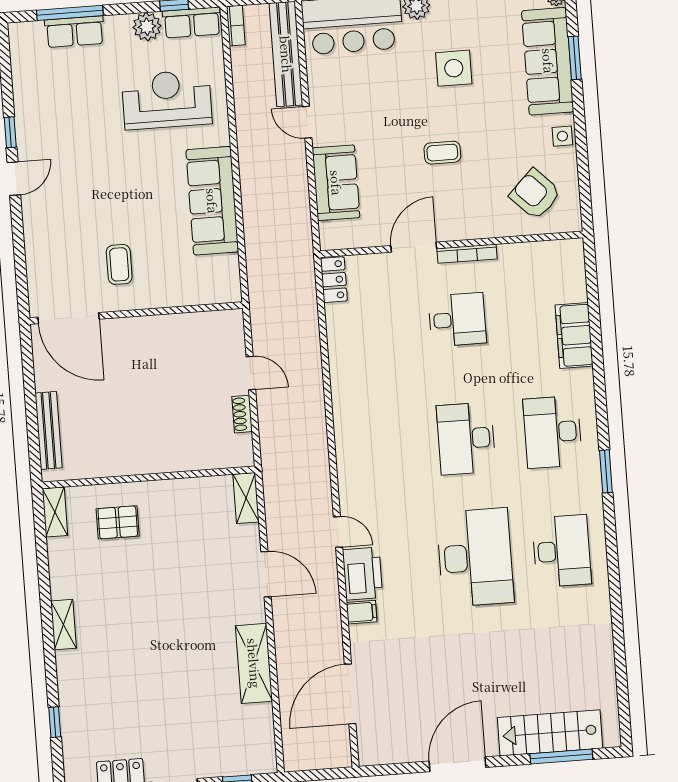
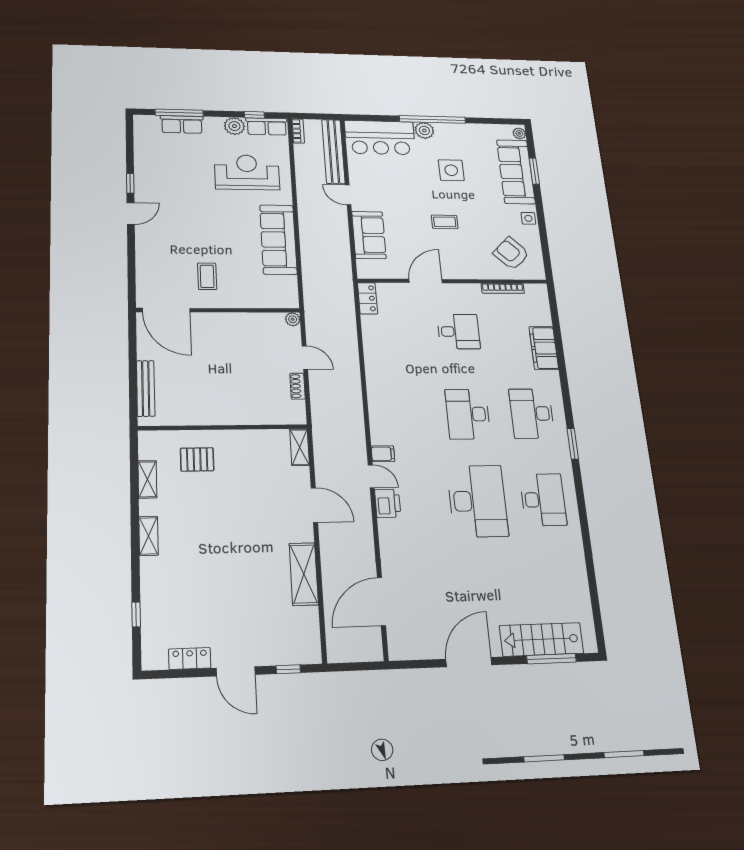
bookcase: (467, 254) -> (503, 288), moved
plant: (234, 319) -> (293, 319), added
shelving: (55, 512) -> (147, 479), moved
printer: (362, 574) -> (388, 503), width x0.73, depth x0.84
filing cabinet: (362, 612) -> (383, 454), moved

